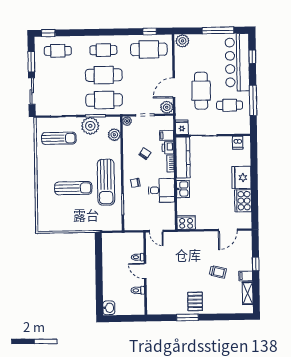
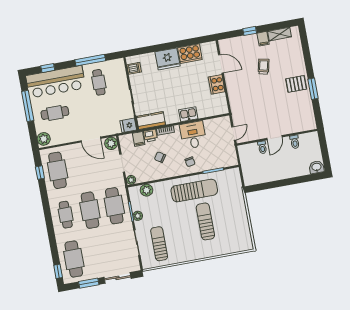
cafe table: (58, 51) -> (74, 259), width x1.37, depth x1.35
cafe table: (201, 91) -> (55, 113), moved, width x0.73, depth x0.74
plant: (90, 126) -> (138, 216), width x0.53, depth x0.53
kitchen counter: (183, 158) -> (151, 121), width x0.67
cooker: (186, 223) -> (217, 84), moved

